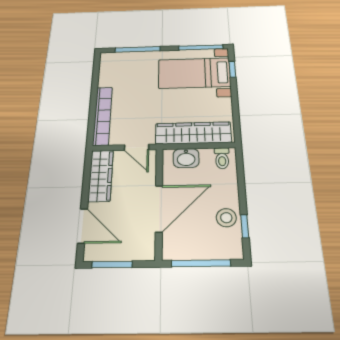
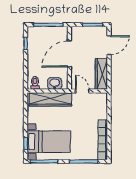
bookcase: (103, 116) -> (103, 140), moved
stool: (226, 218) -> (35, 48), removed
door: (82, 226) -> (109, 45), swing flipped

